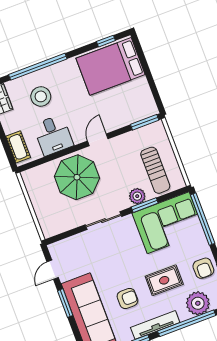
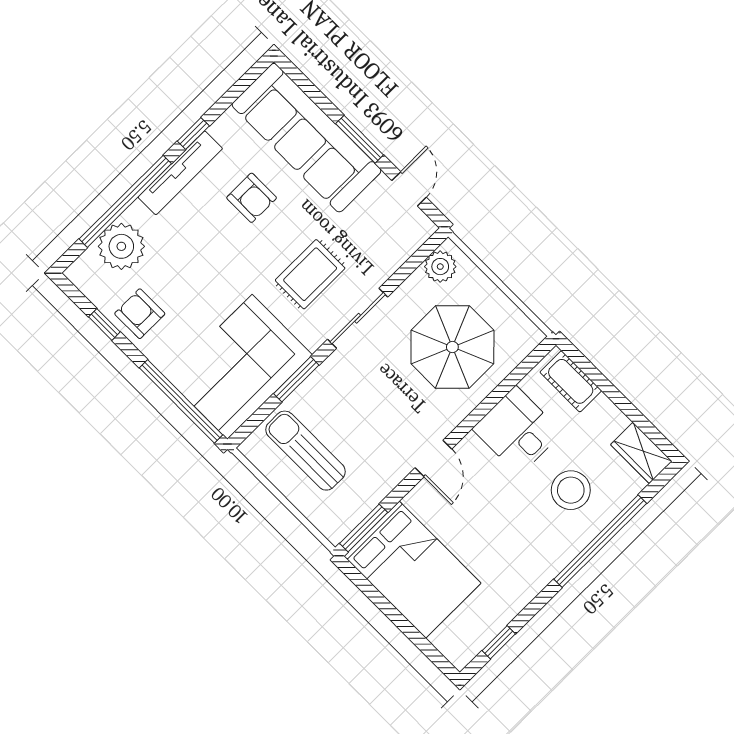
bed: (111, 66) -> (412, 570), moved, turned 90
parasol: (77, 177) -> (452, 347), moved
plant: (137, 196) -> (440, 267), moved
rug: (164, 280) -> (310, 274), moved
armchair: (127, 299) -> (252, 198), turned -90

